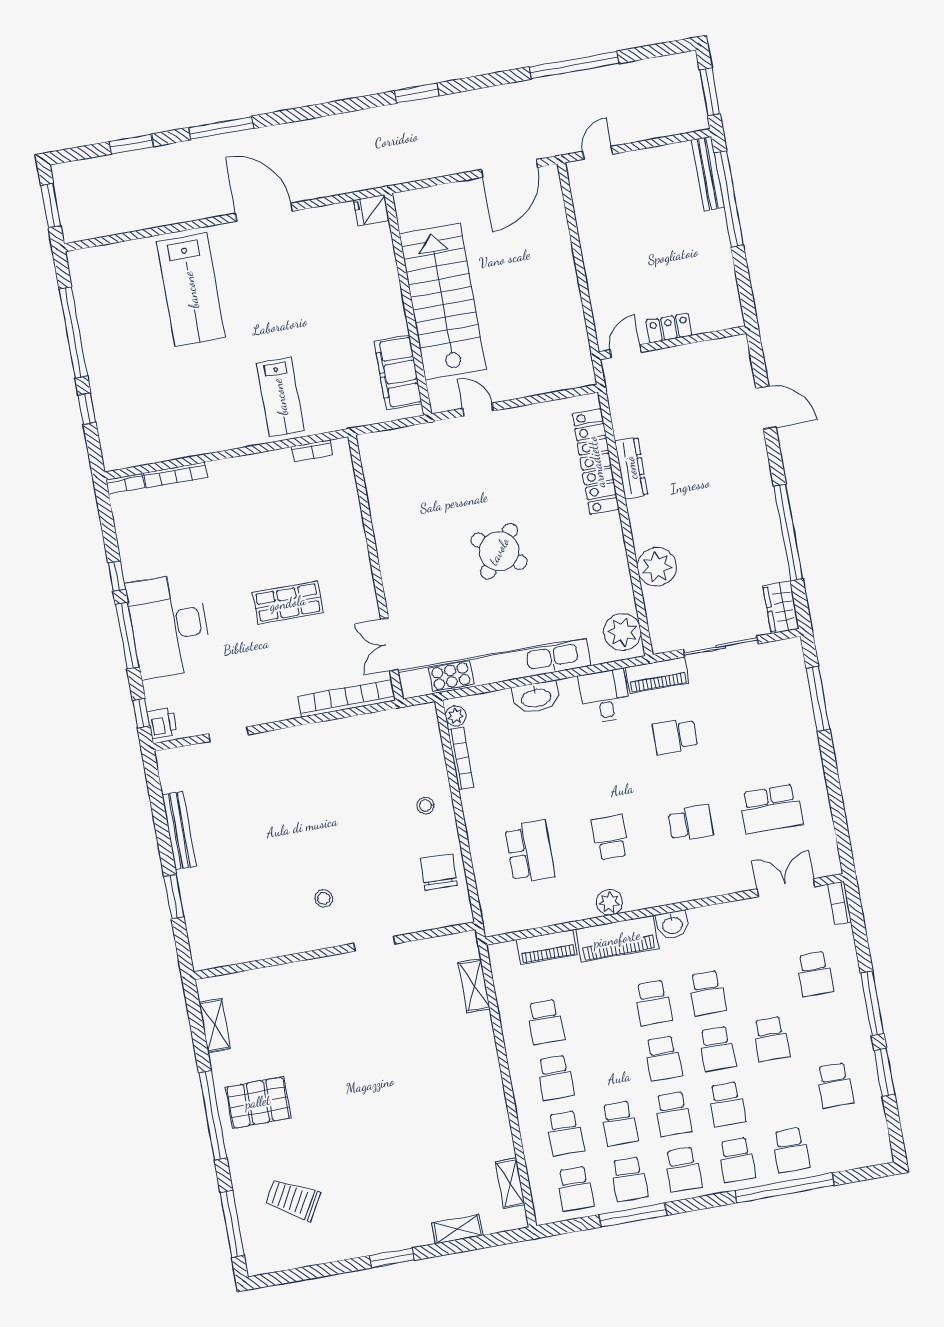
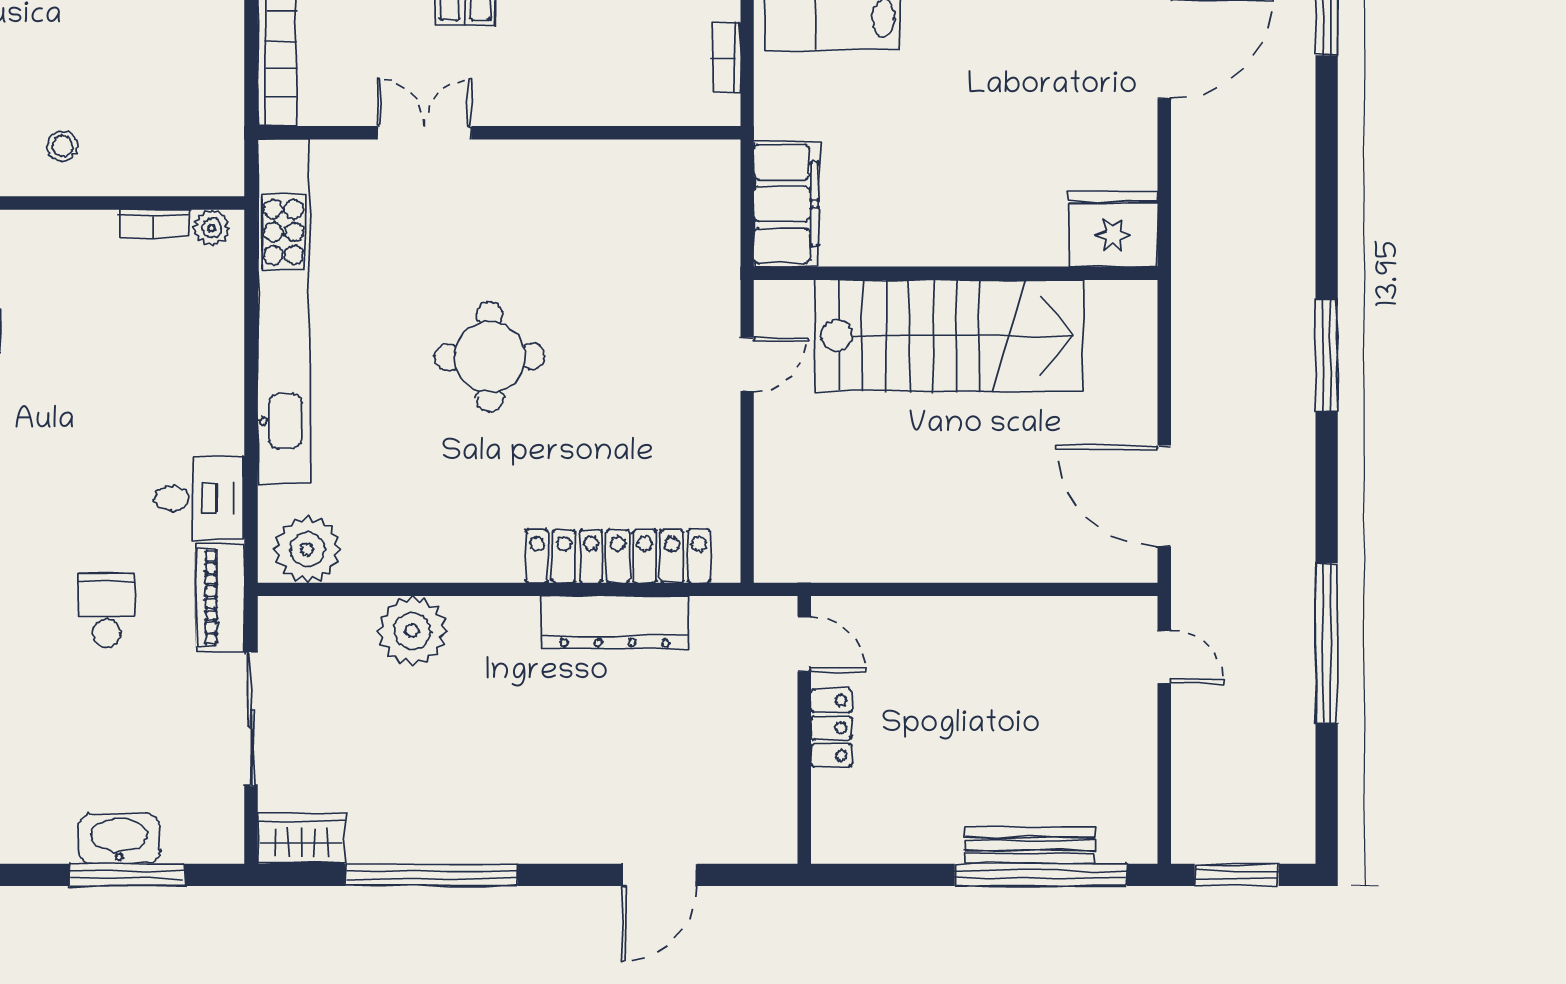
window: (417, 93) -> (1327, 355), width x1.44
bench: (708, 174) -> (1030, 846), moved
fridge: (372, 210) -> (1113, 229), width x1.88, depth x1.34
filing cabinet: (398, 373) -> (786, 204), moved, turned 90
dresser: (631, 468) -> (615, 622), width x1.37, depth x1.24
round table: (499, 551) -> (490, 357), turned -38
double door: (389, 644) -> (424, 133), moved
washbasin: (536, 697) -> (119, 839), moved, turned 90
bookcase: (461, 758) -> (155, 224), width x0.64

